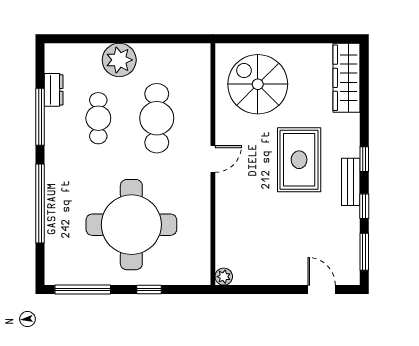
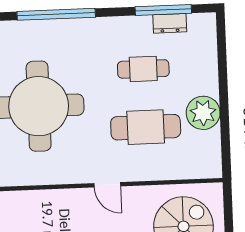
plant: (119, 60) -> (203, 113), moved
window: (40, 117) -> (163, 10), moved

